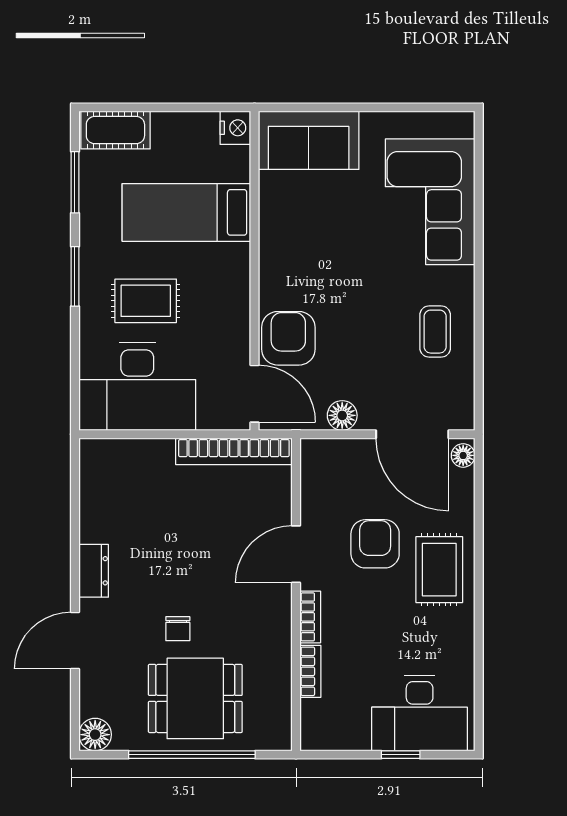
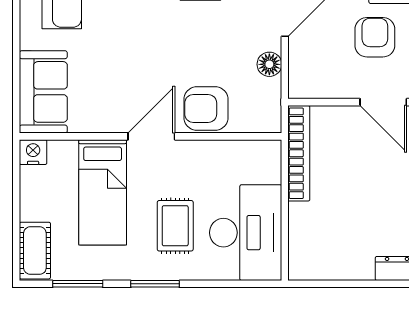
door: (254, 394) -> (151, 136), moved
armchair: (375, 544) -> (375, 37), turned 90

